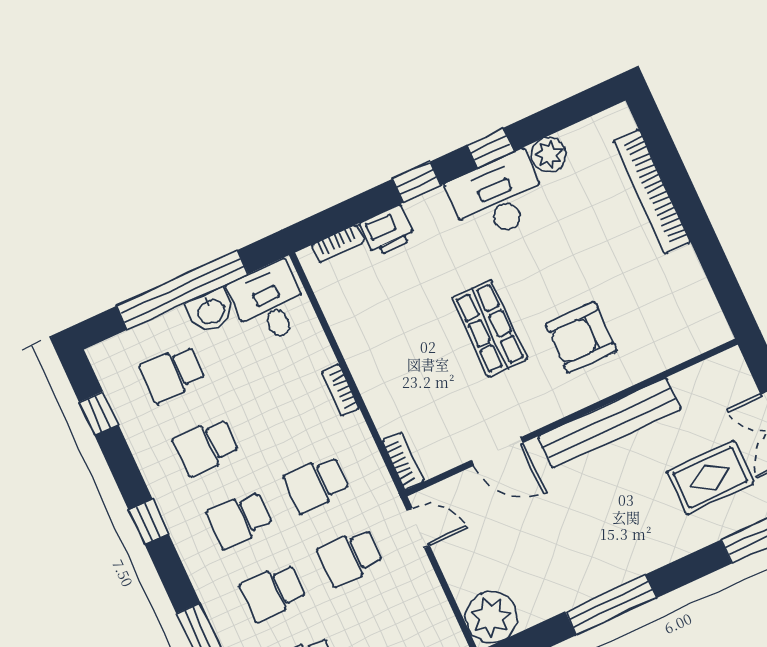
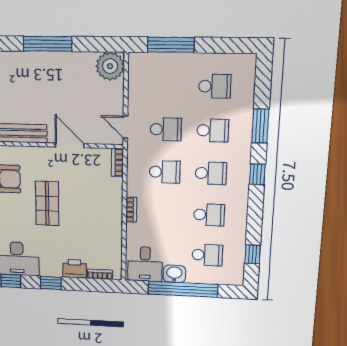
window: (149, 522) -> (257, 174), moved

